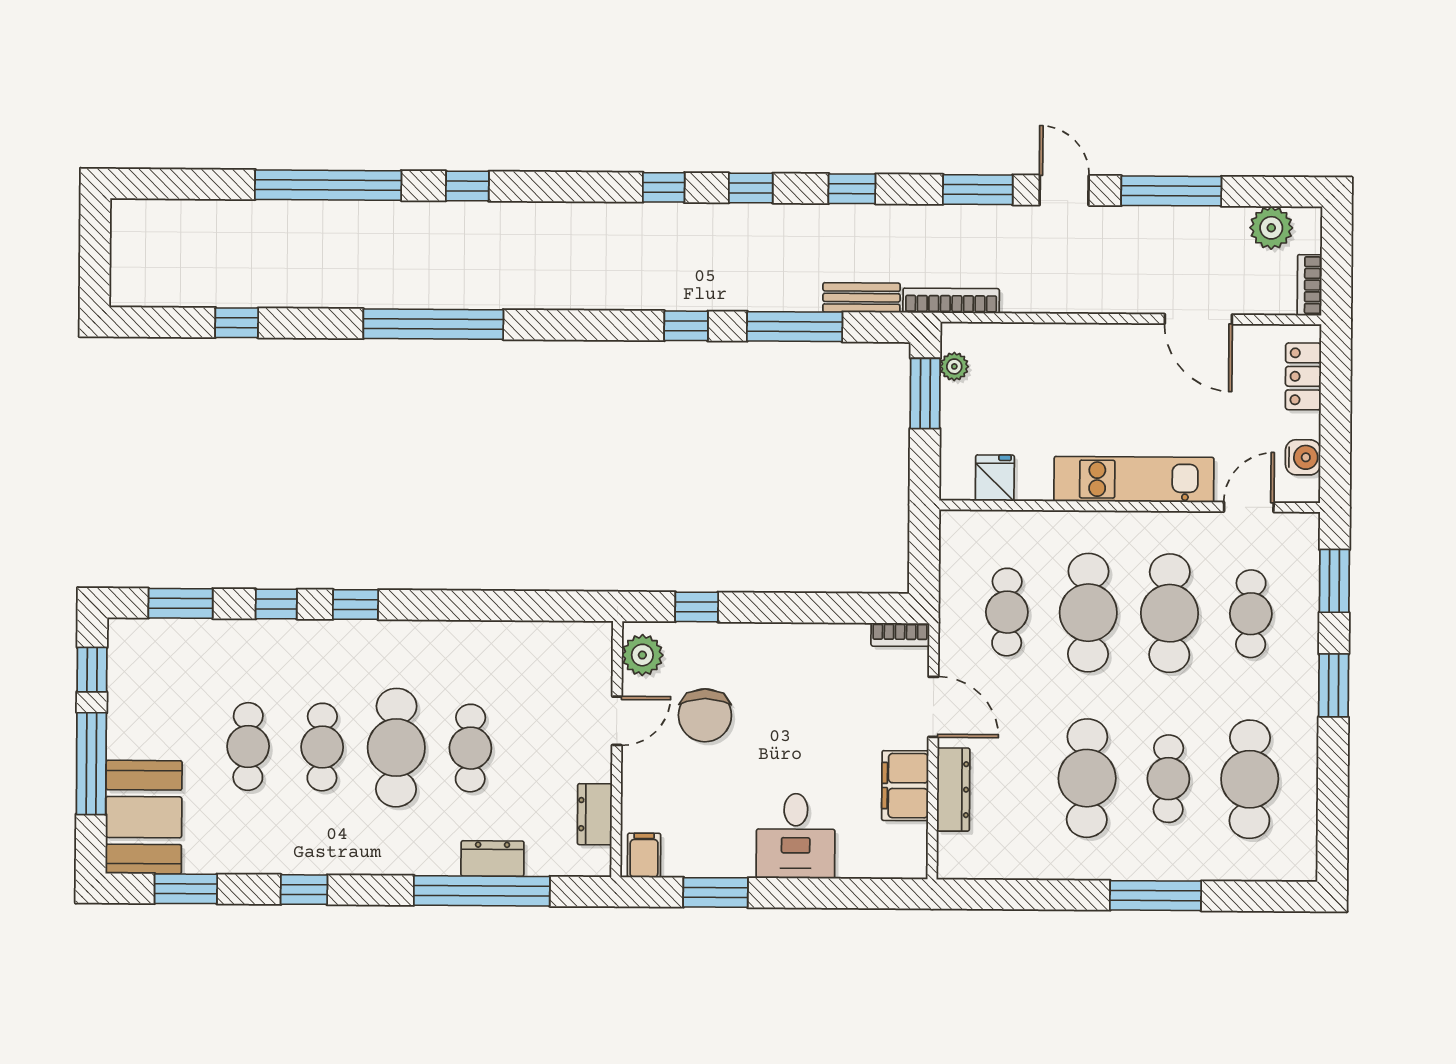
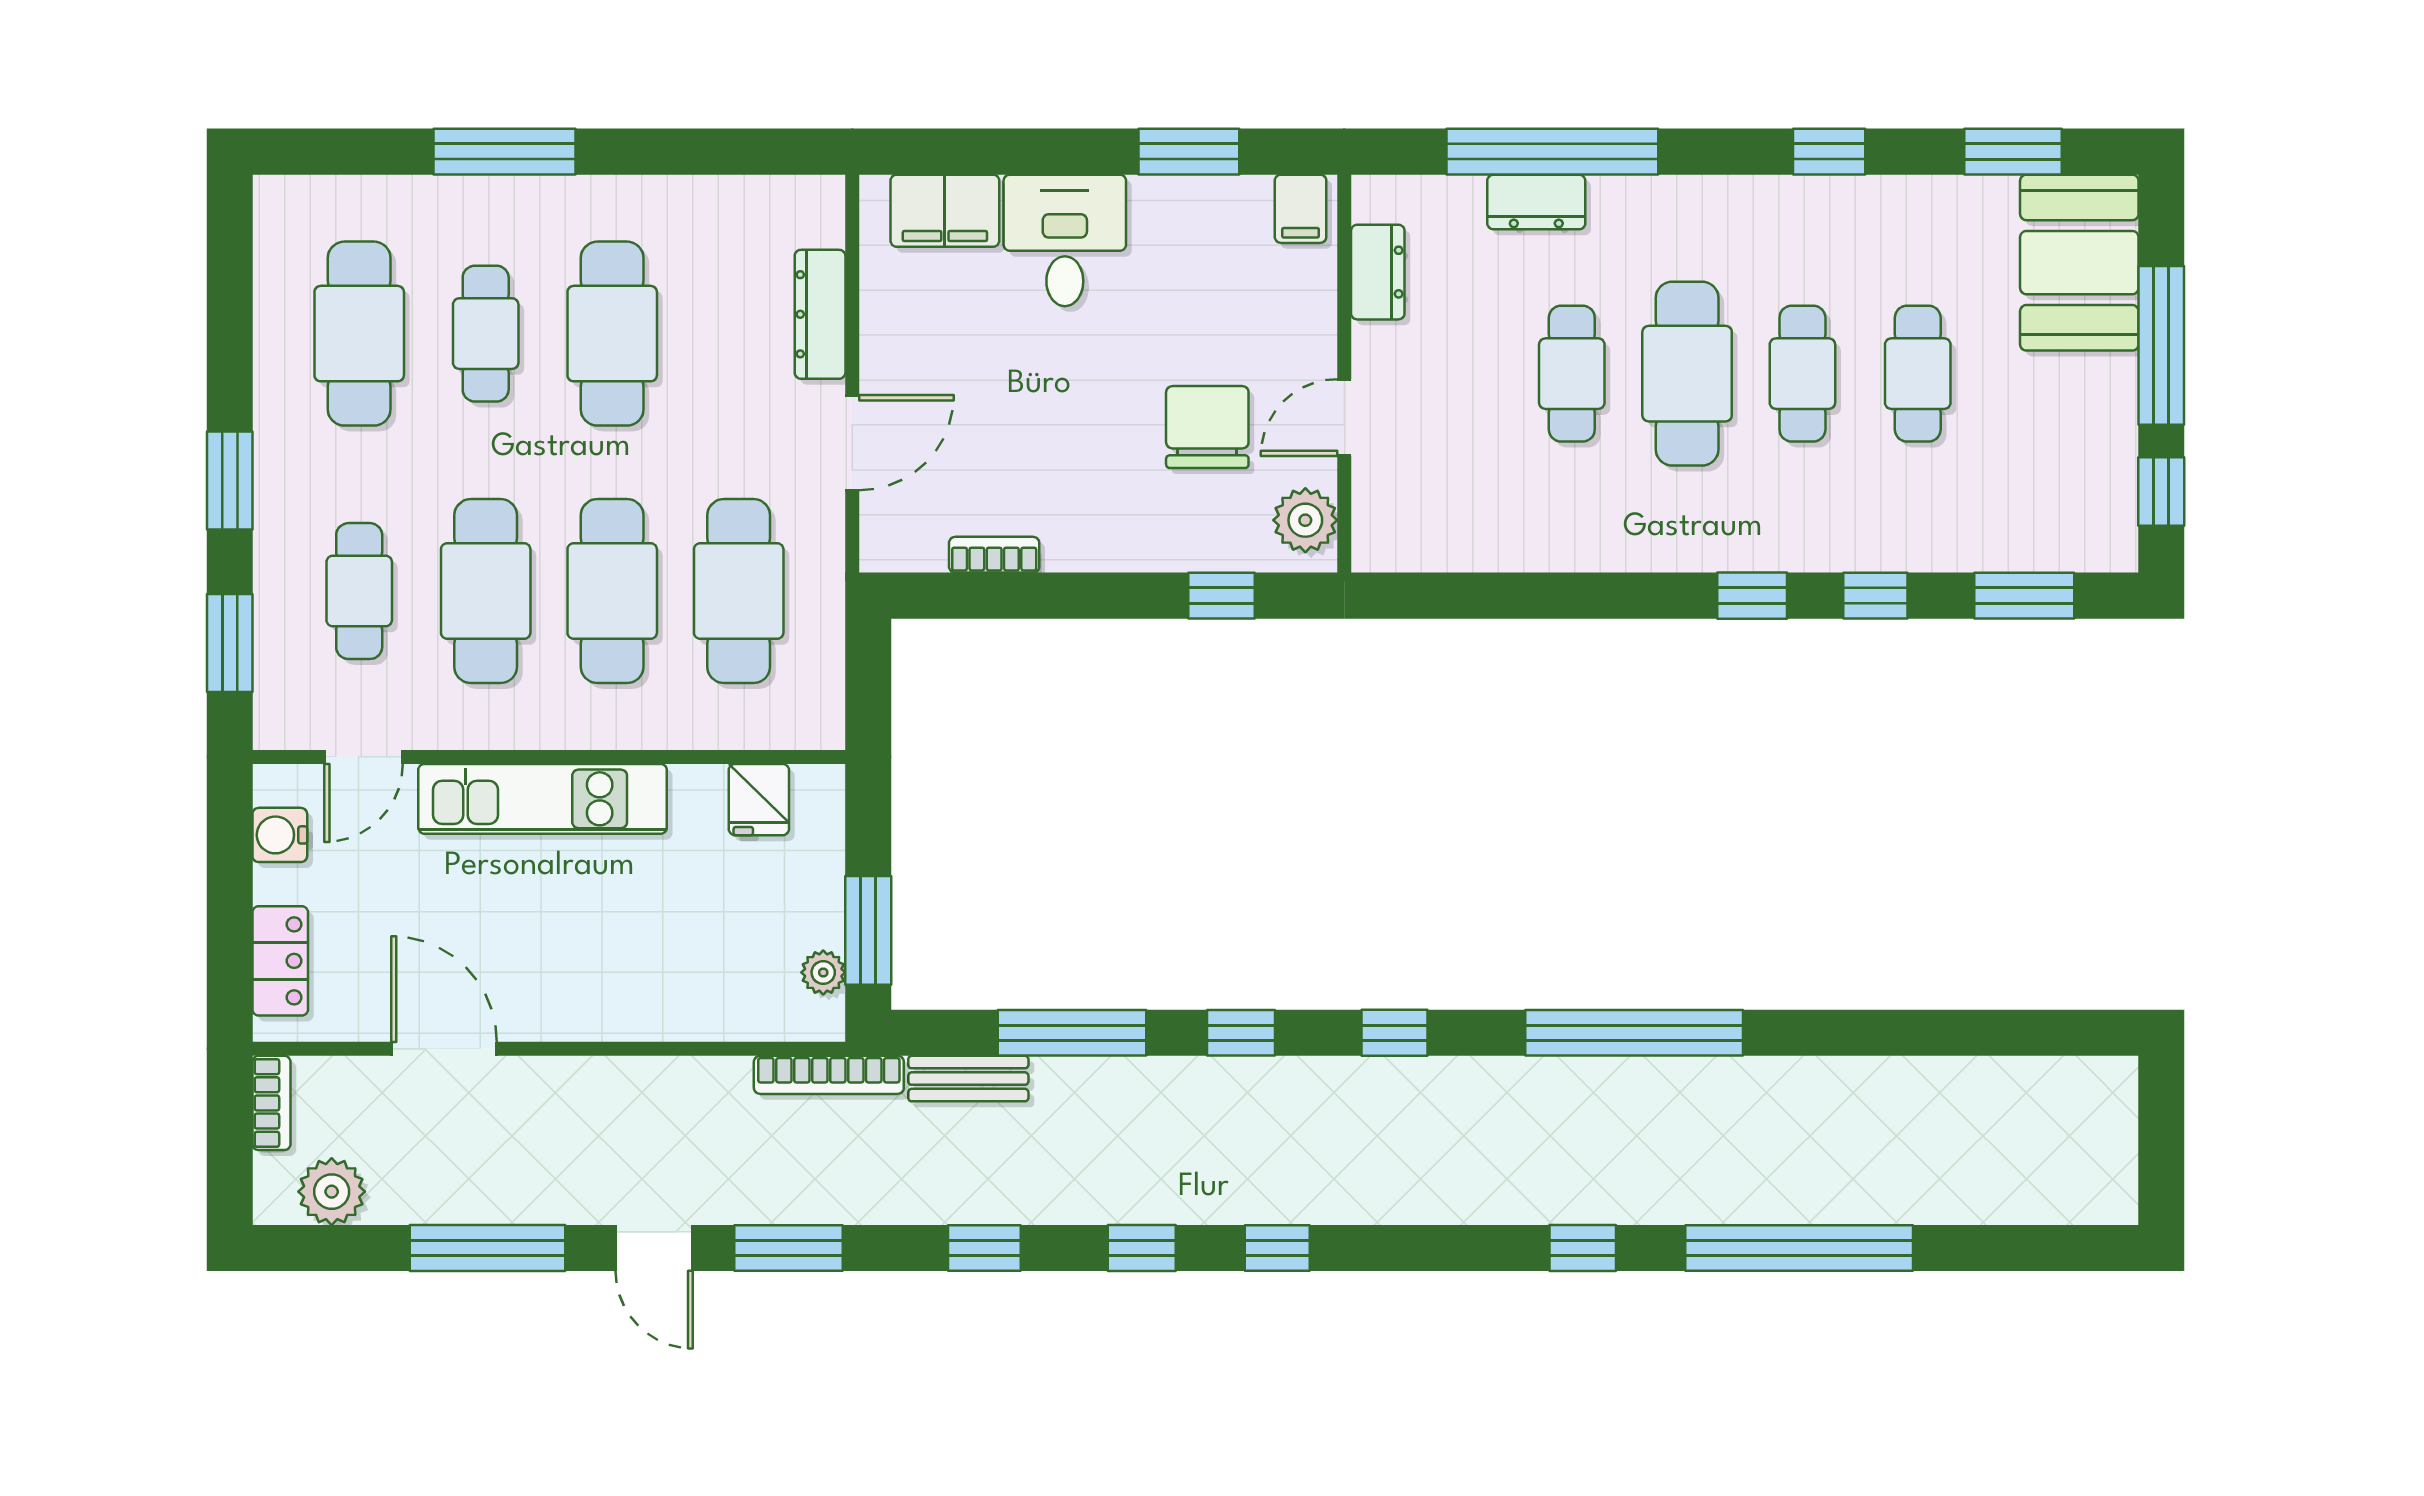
window: (237, 323) -> (1395, 1033), moved
cafe table: (1007, 612) -> (739, 591), width x1.37, depth x1.35
bookcase: (900, 635) -> (994, 555), moved
door: (933, 707) -> (852, 443), swing flipped
filing cabinet: (905, 786) -> (945, 211), moved, turned 90

